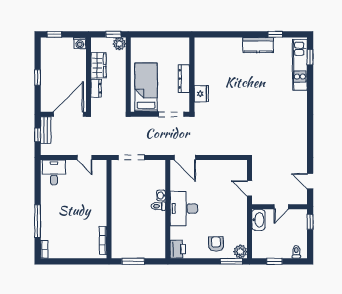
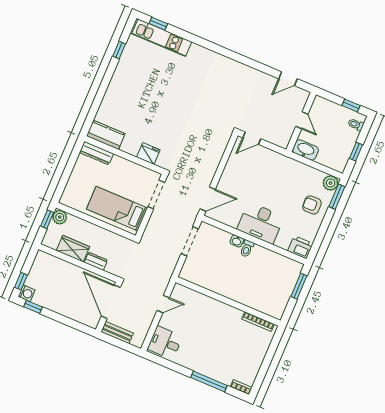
washing machine: (80, 43) -> (27, 293), moved
kitchen counter: (258, 45) -> (106, 135), moved, turned -90
window: (38, 77) -> (33, 307), moved
dresser: (184, 79) -> (96, 153), moved
window: (38, 135) -> (119, 343), removed
doorway: (131, 157) -> (190, 241), moved
door: (249, 188) -> (252, 138), moved
window: (310, 222) -> (351, 105), moved
window: (133, 261) -> (299, 286), moved

